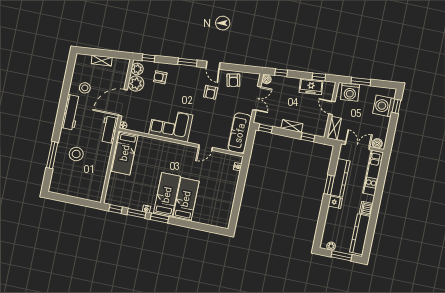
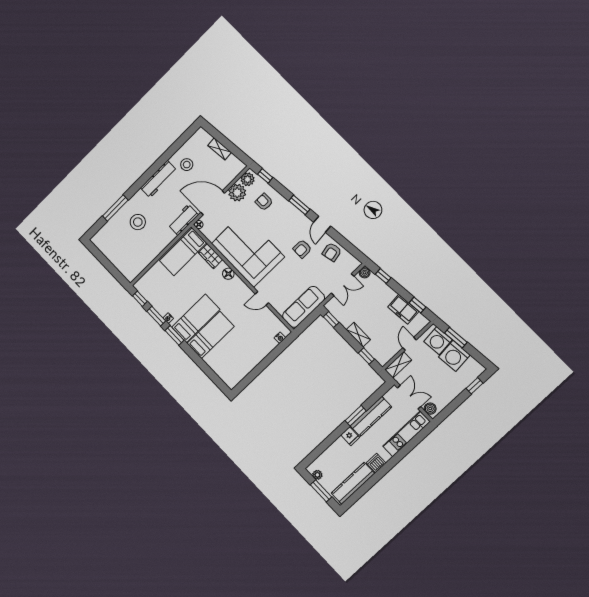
washing machine: (384, 106) -> (454, 356), moved, turned -95
corner sofa: (171, 125) -> (248, 250), width x1.36, depth x1.36
wardrobe: (147, 142) -> (210, 256), added
floor lamp: (169, 146) -> (228, 274), added

